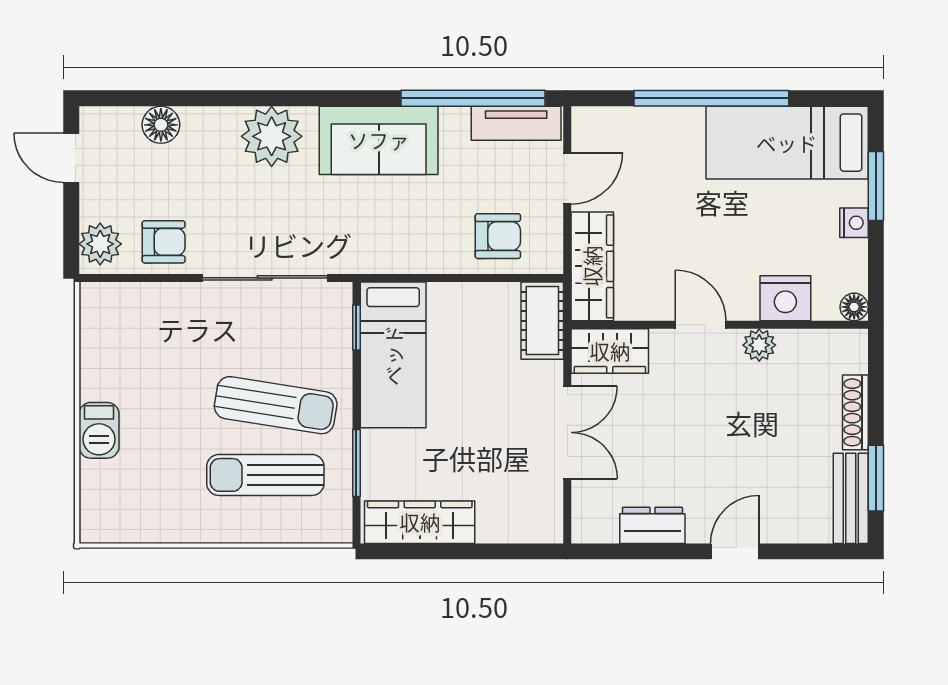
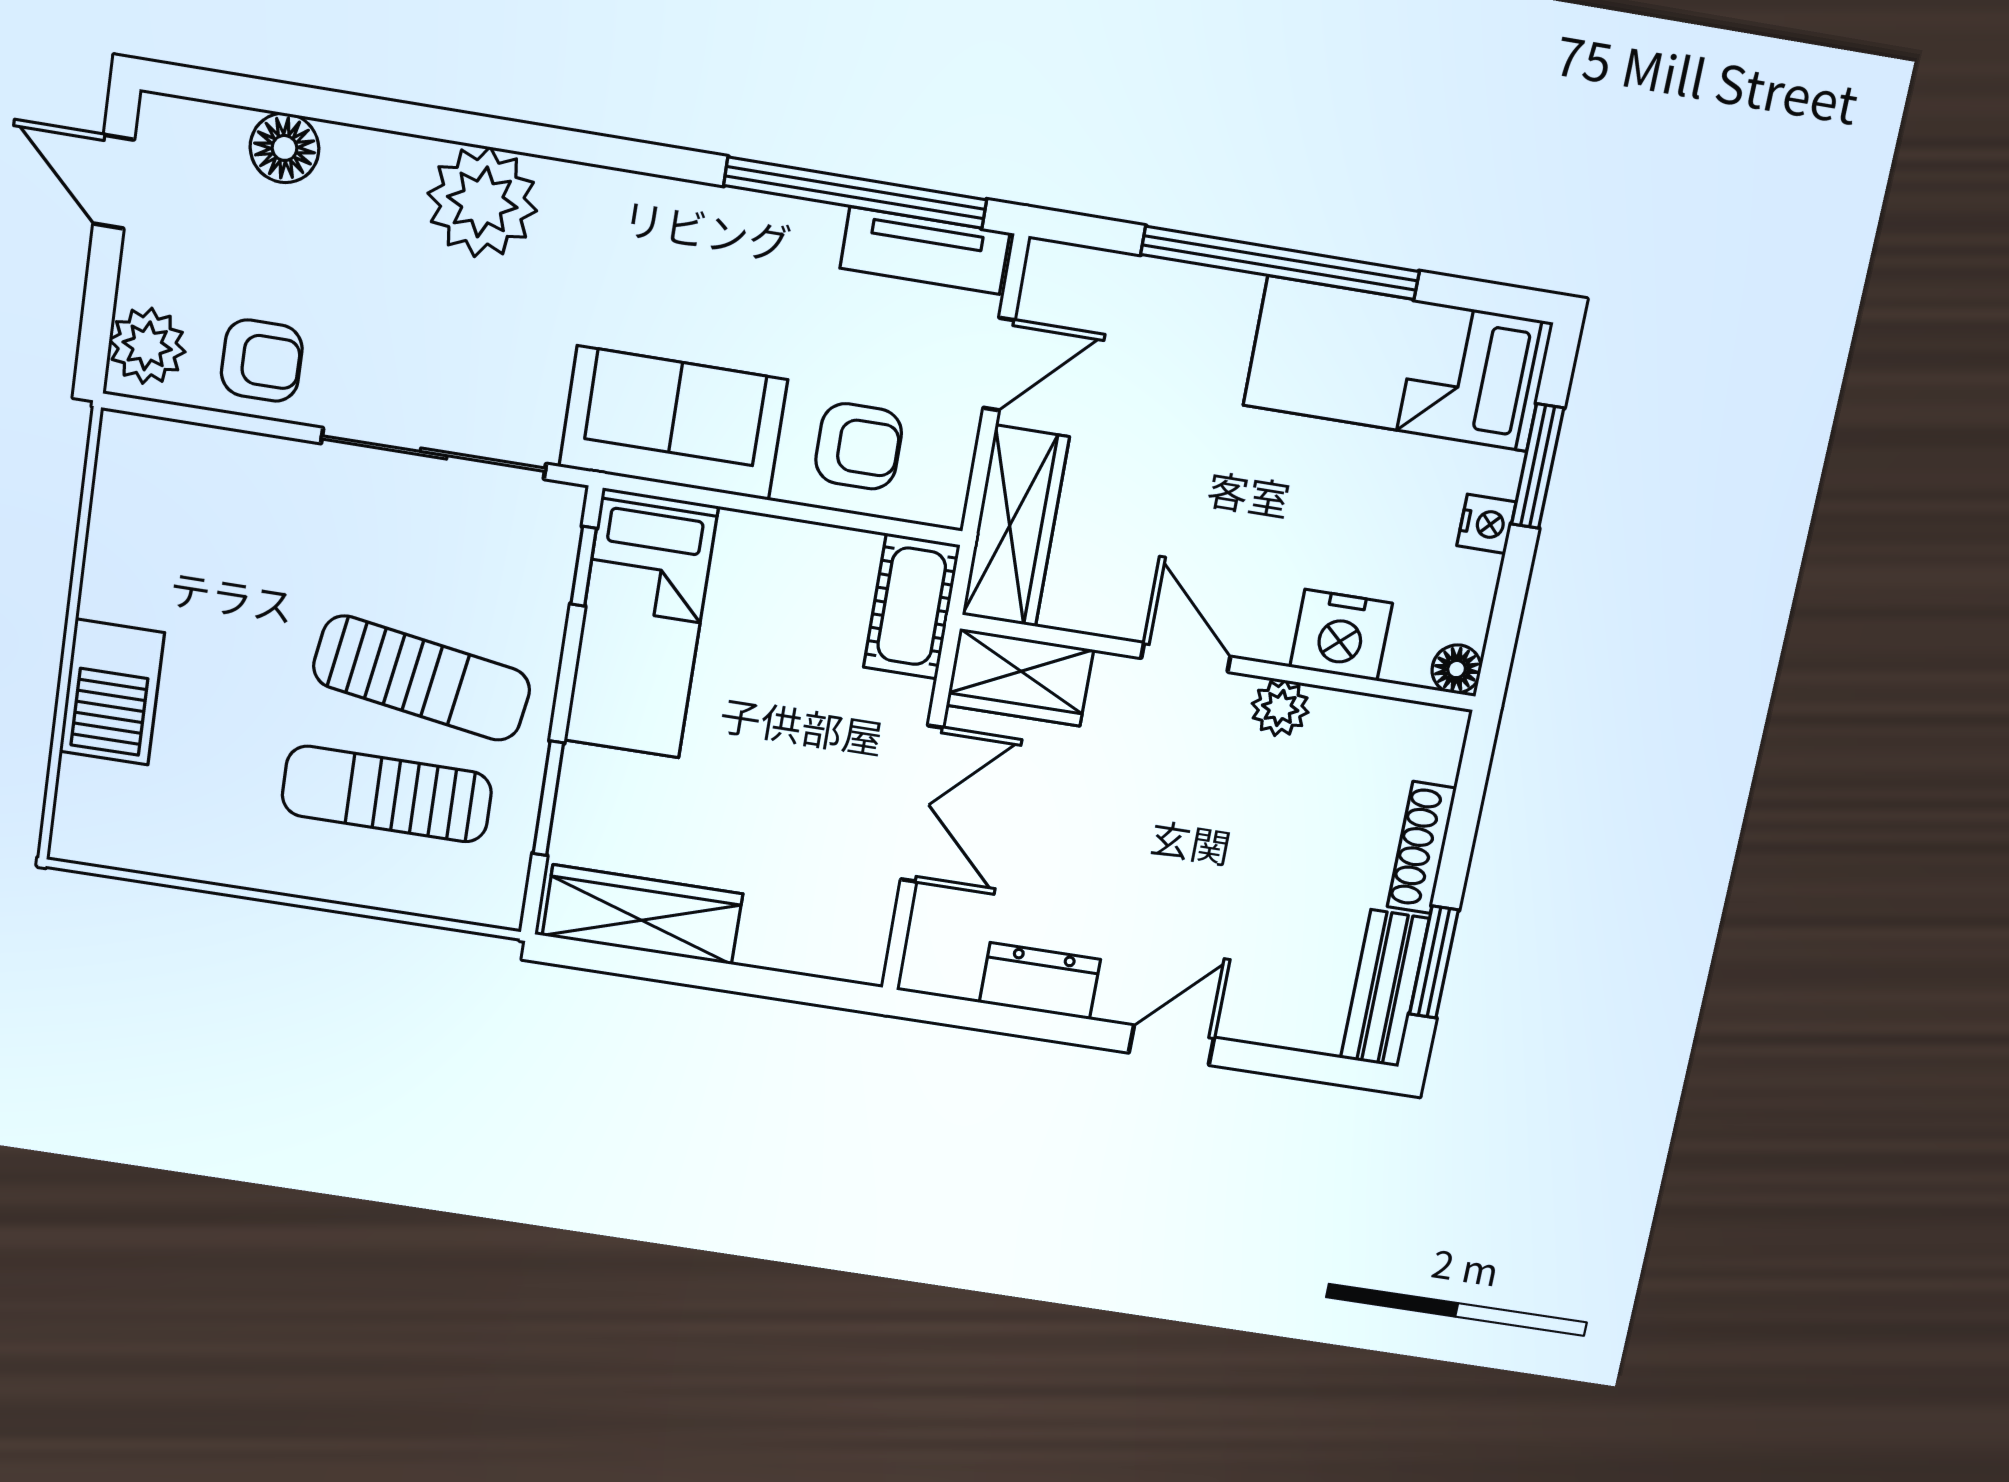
sofa: (379, 140) -> (673, 423), moved, turned 180
barbecue: (99, 430) -> (112, 692), width x1.38, depth x1.27

